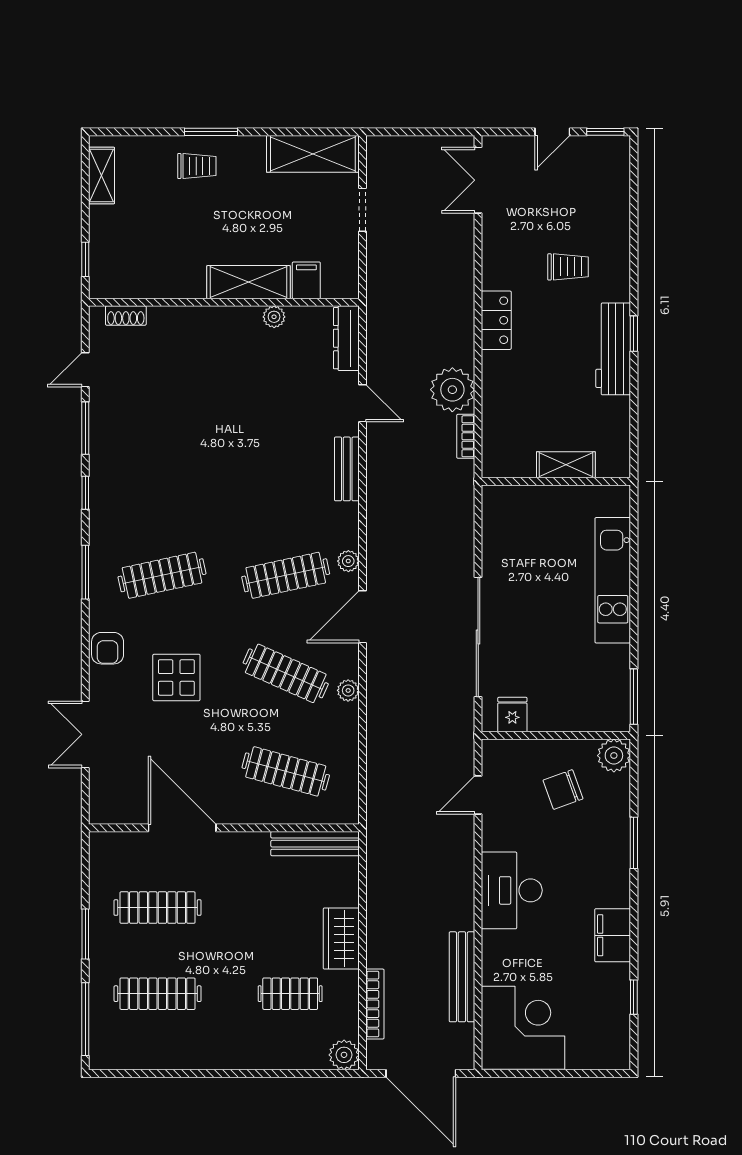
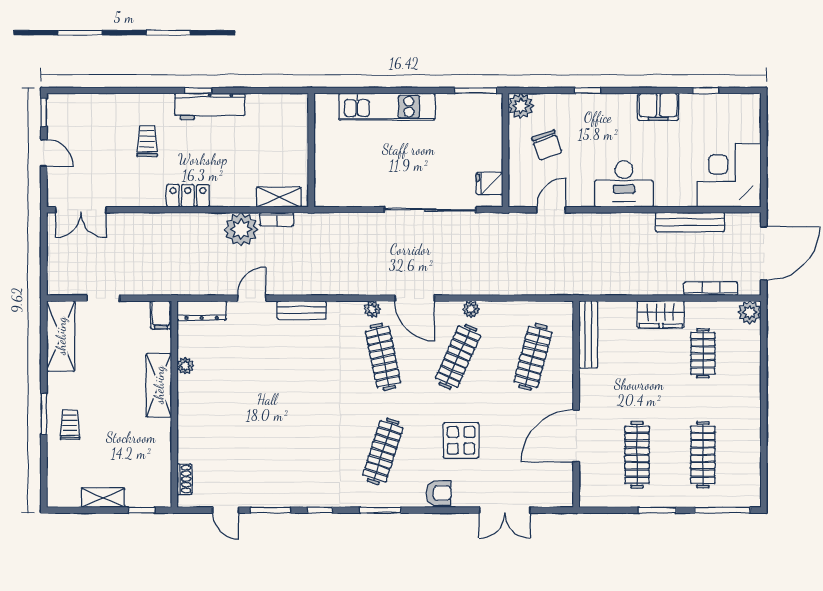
shelving: (102, 176) -> (103, 498), moved
filing cabinet: (306, 280) -> (161, 315), moved, turned -90
shelving: (566, 465) -> (279, 197), moved, turned 90
clothes rail: (162, 575) -> (383, 451), turned 30
door: (478, 795) -> (551, 210), swing flipped
window: (634, 843) -> (588, 91), width x0.67

